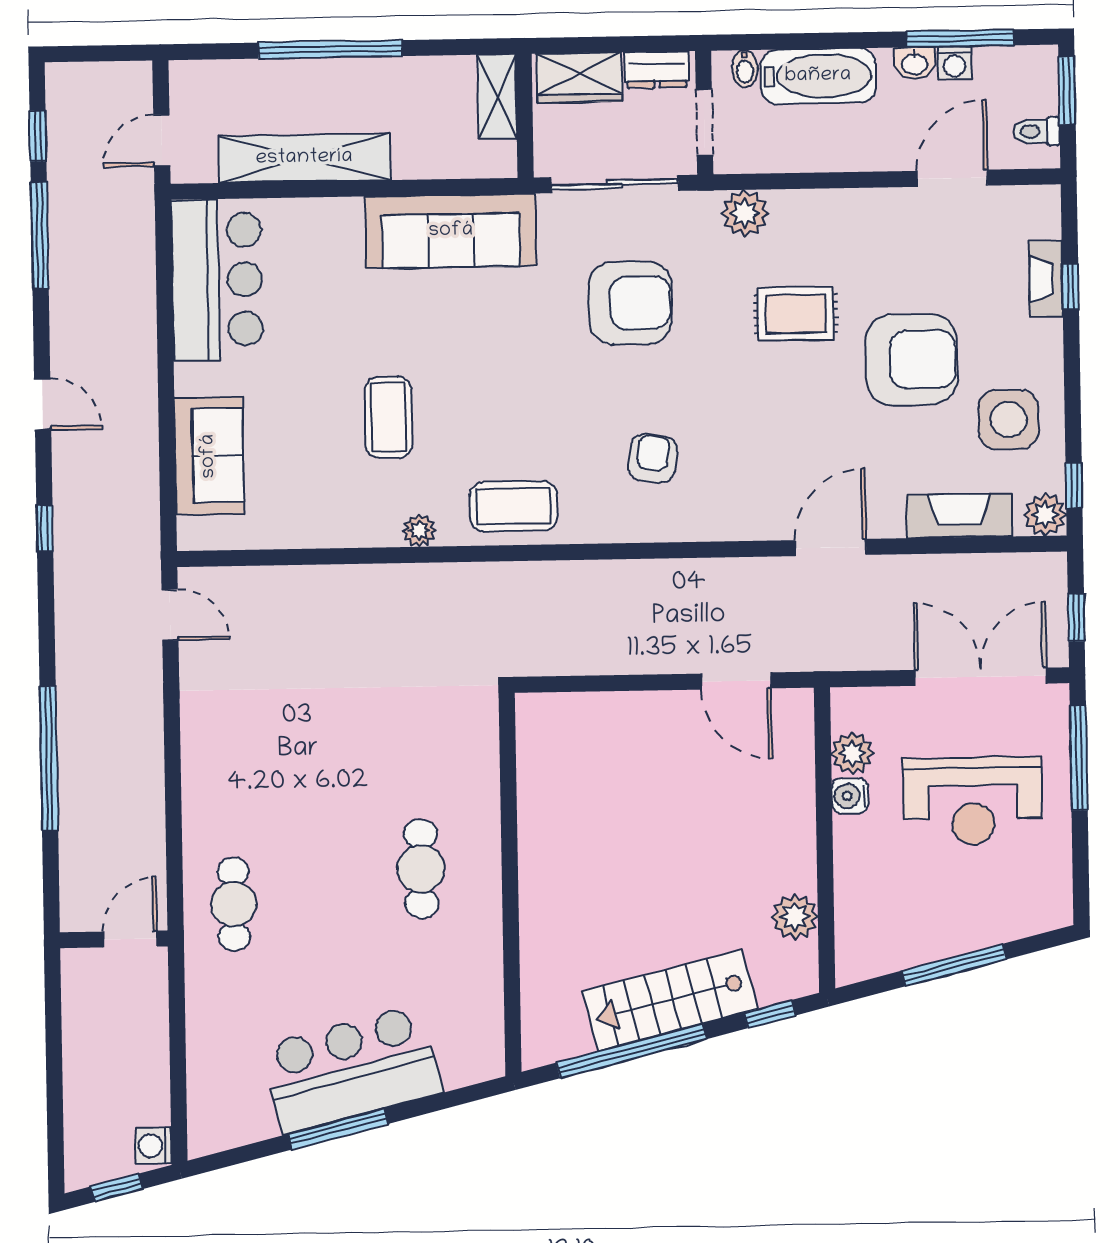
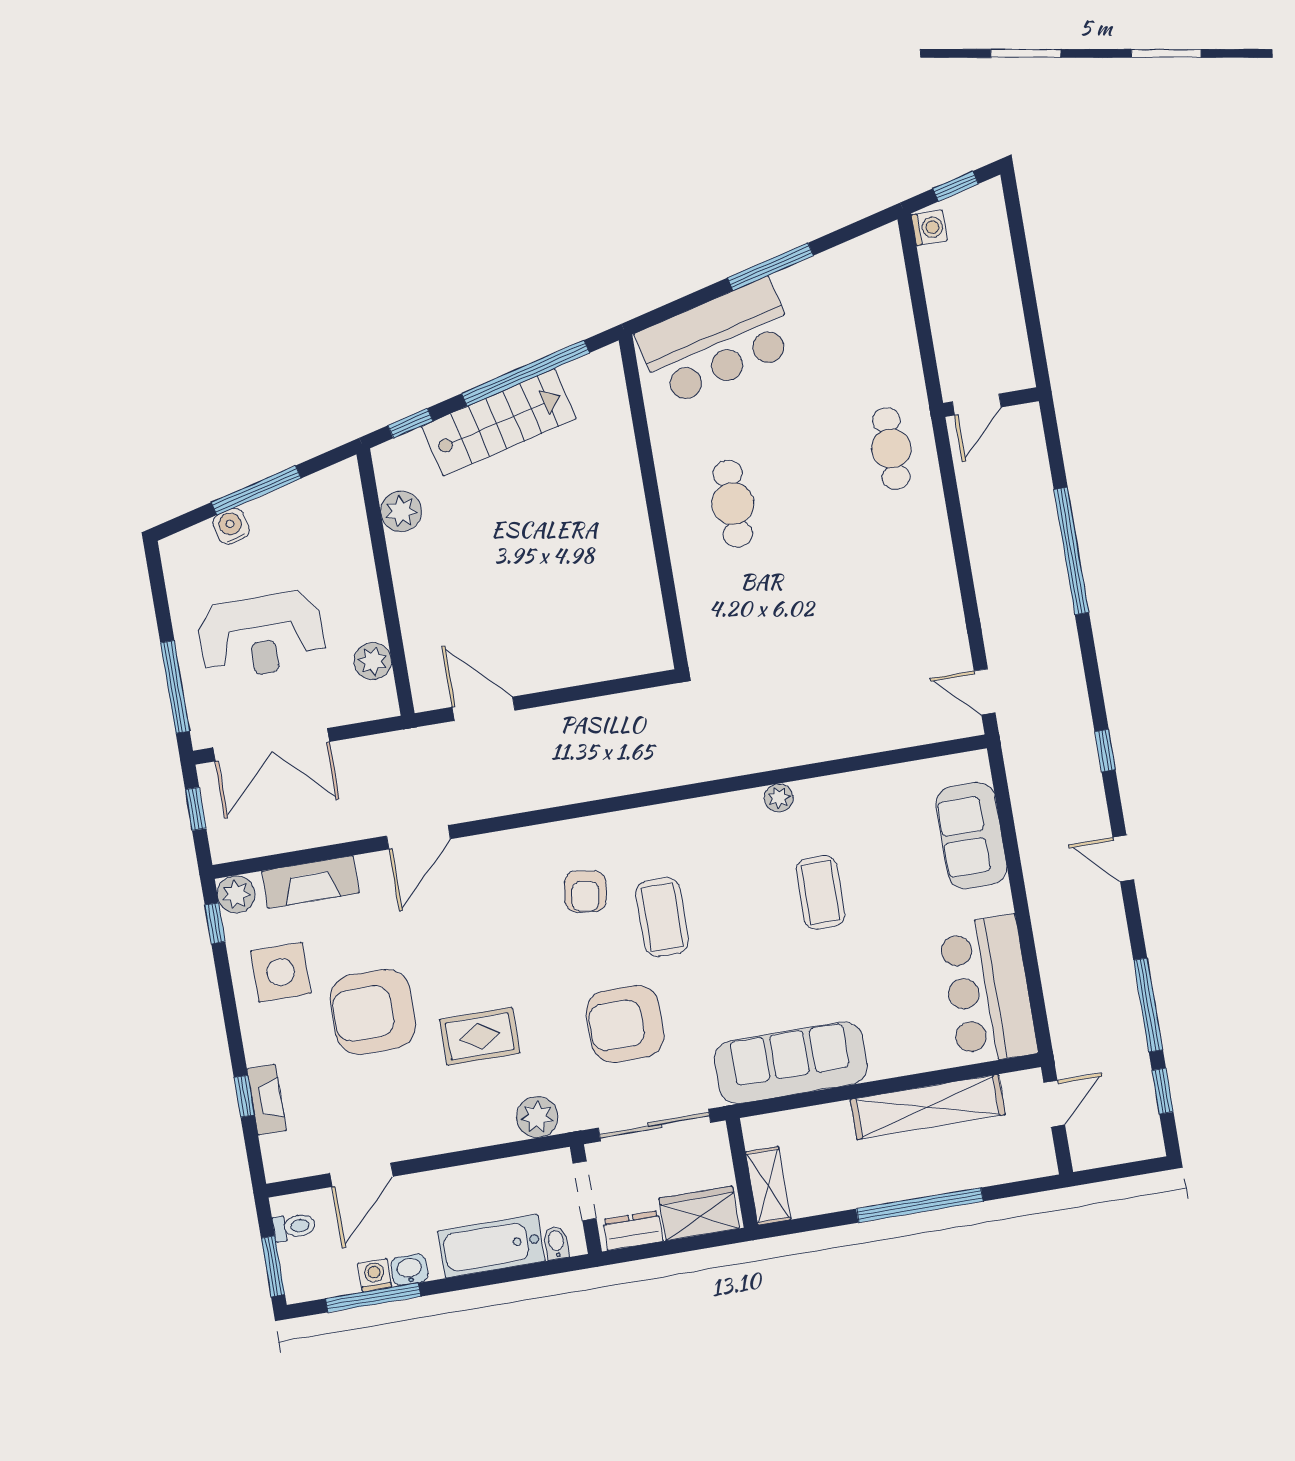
coffee table: (513, 506) -> (662, 917), moved, turned 90
water cooler: (850, 796) -> (231, 526), moved, turned -104
reception desk: (973, 801) -> (261, 635), turned 180
bar counter: (351, 1069) -> (717, 342), moved

